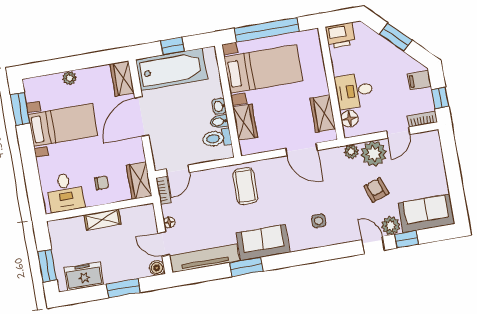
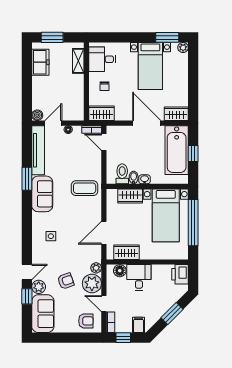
plant: (69, 78) -> (183, 48), moved
armchair: (426, 153) -> (86, 321), added
shelving: (102, 220) -> (78, 61), moved
window: (123, 288) -> (27, 89), removed

